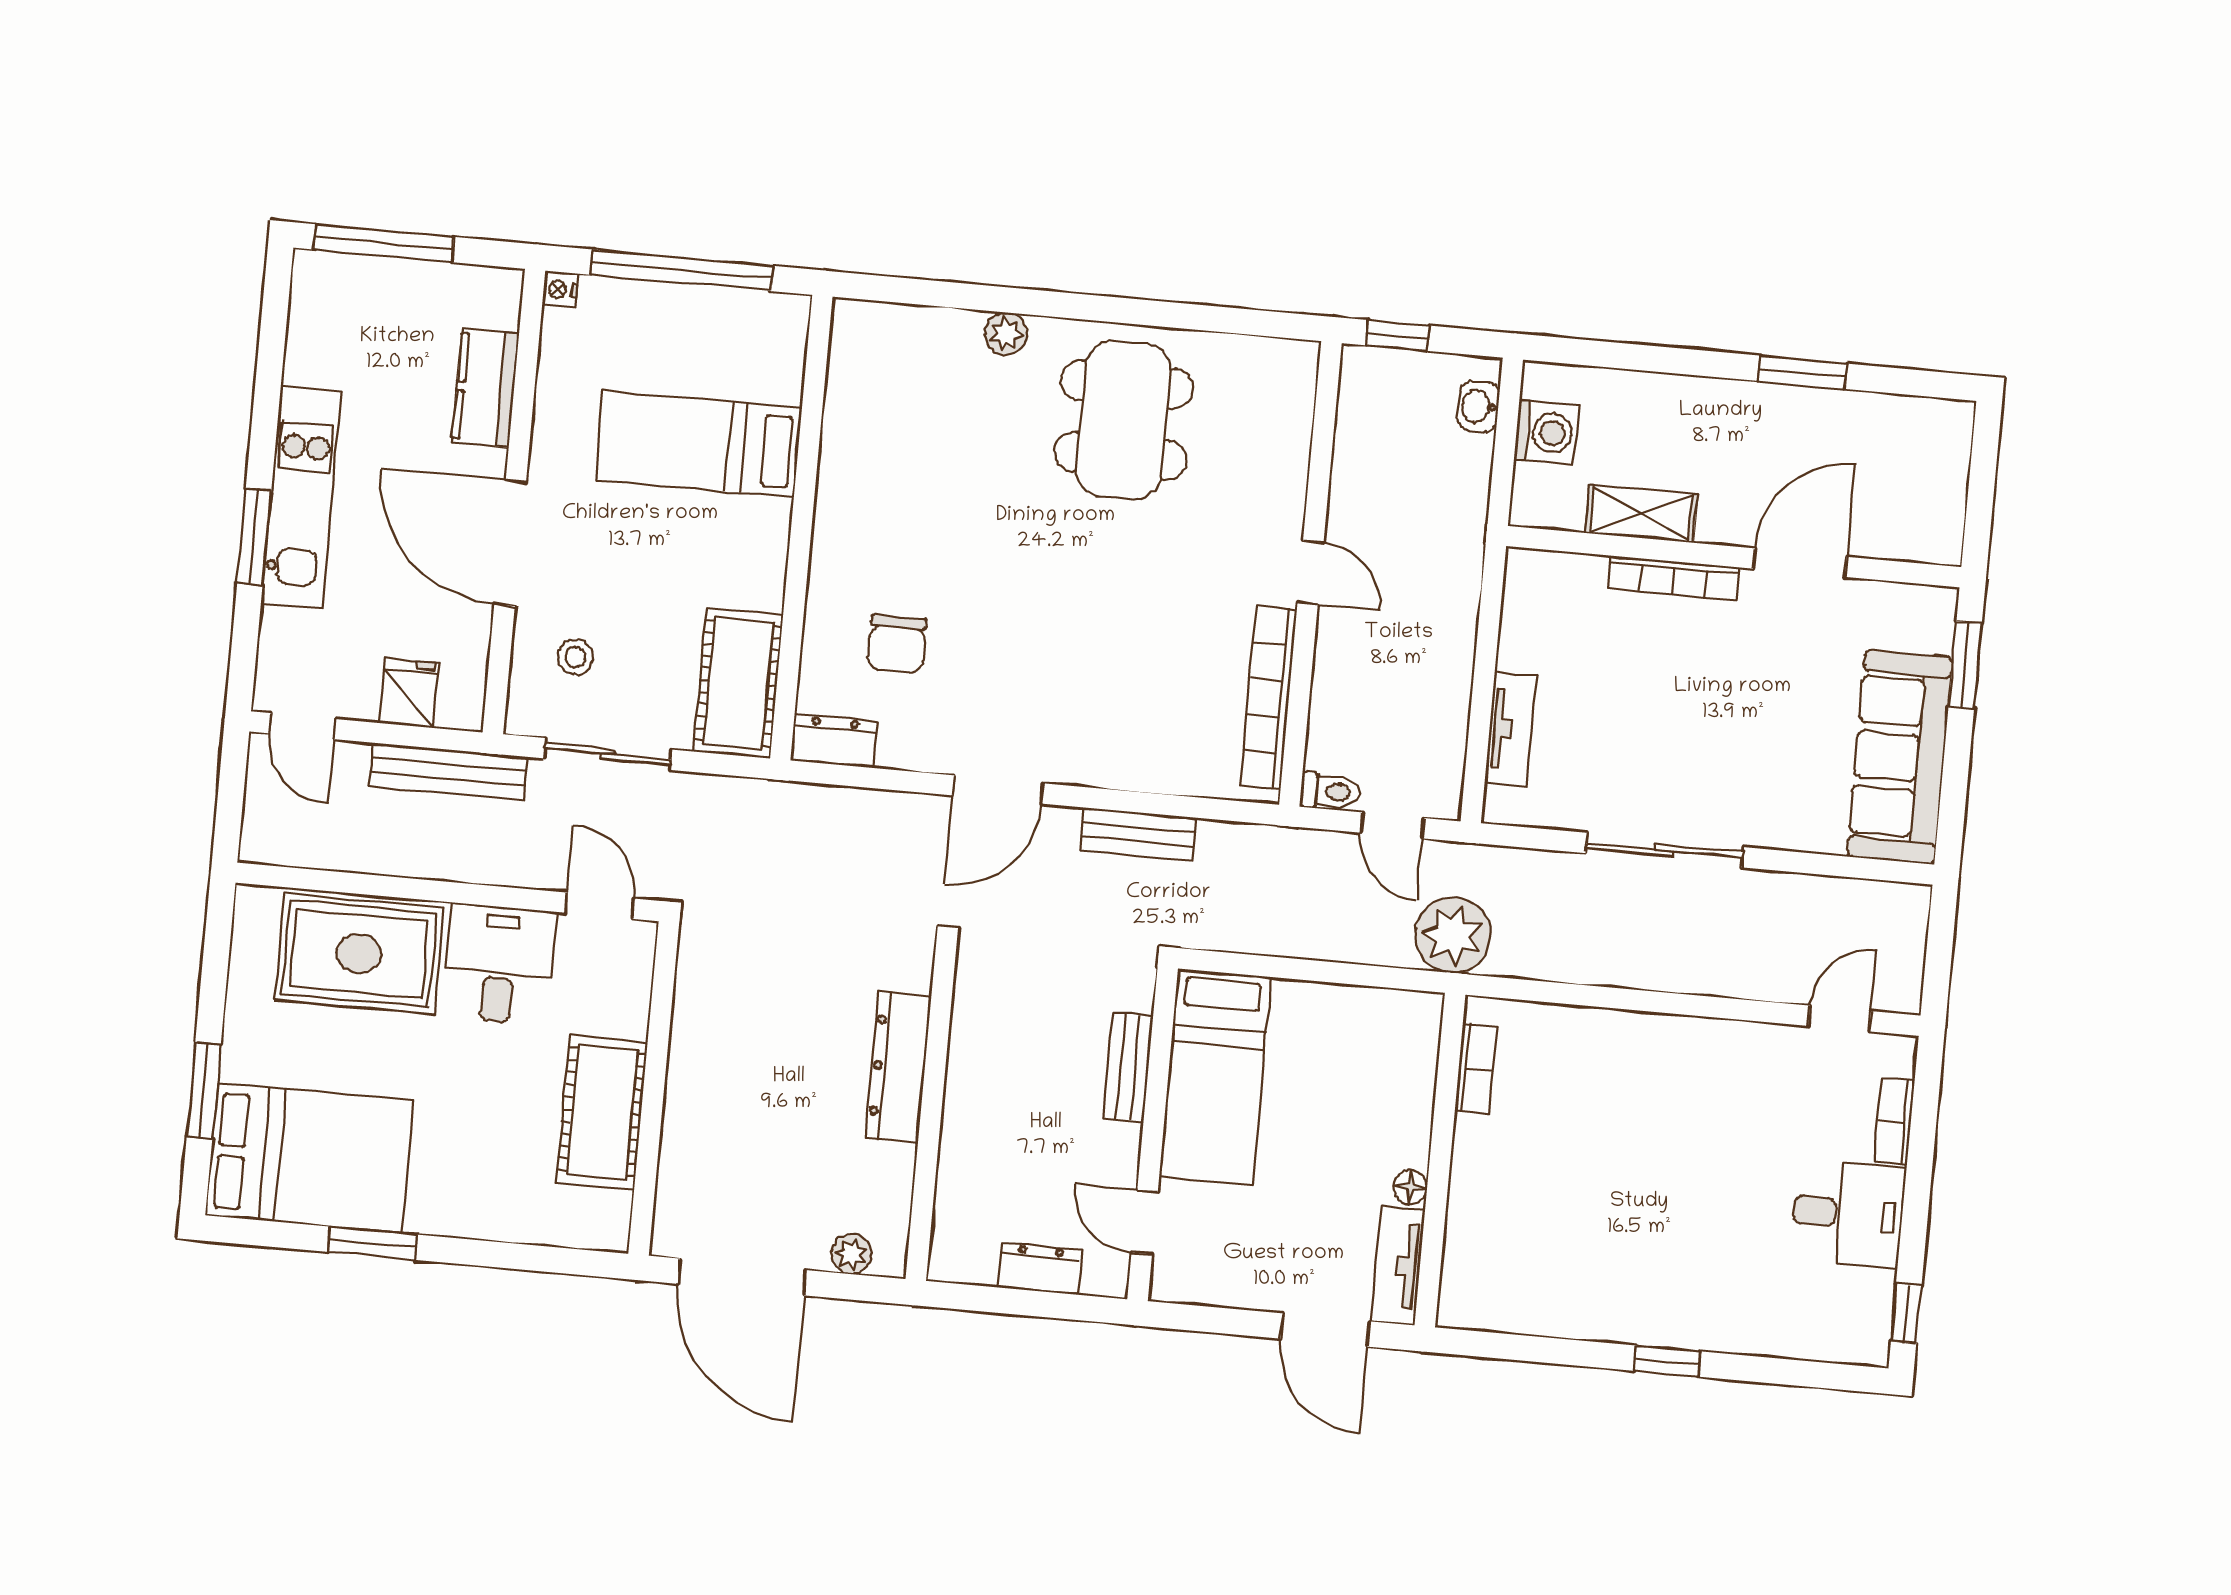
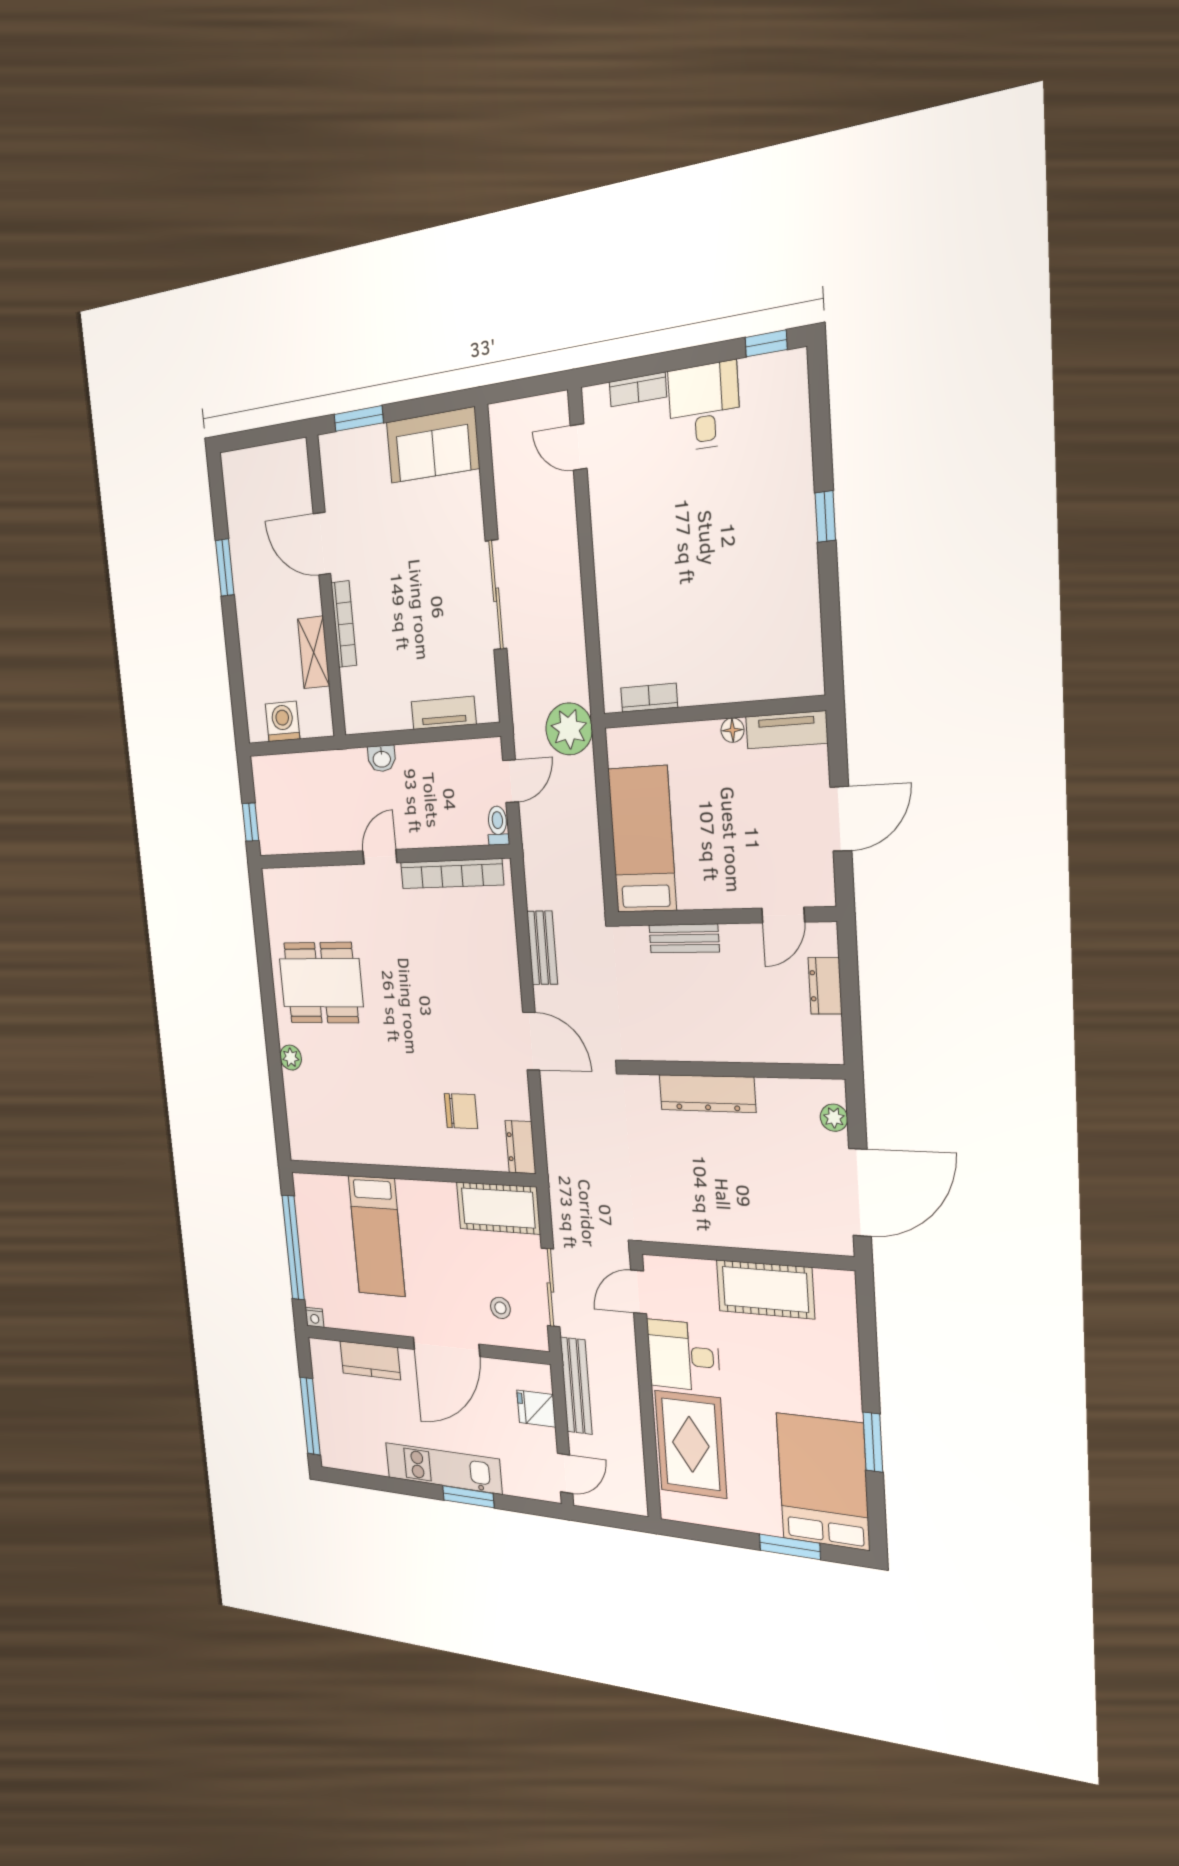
washbasin: (1478, 406) -> (382, 758), moved
sofa: (1900, 757) -> (433, 445), width x0.73
bed: (1215, 1077) -> (642, 840), moved, turned -90
door: (1325, 1330) -> (841, 819), moved

